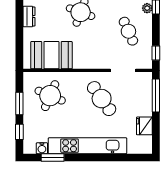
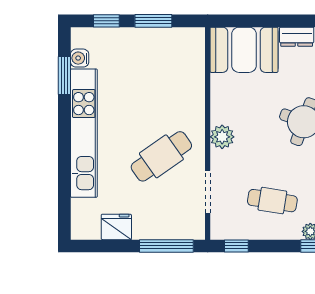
cafe table: (128, 31) -> (272, 201), turned 33
booth: (51, 55) -> (244, 50), moved, turned 90
plant: (90, 62) -> (222, 137), added
round table: (50, 96) -> (166, 72), removed

